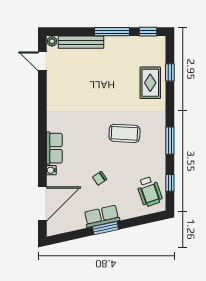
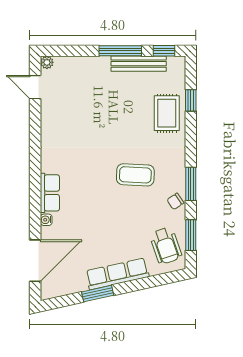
bench: (81, 42) -> (139, 64), moved
chair: (100, 178) -> (175, 201), moved
window: (170, 183) -> (191, 235), width x1.50
row of seats: (102, 216) -> (117, 274), width x1.48
window: (105, 228) -> (98, 294), moved

